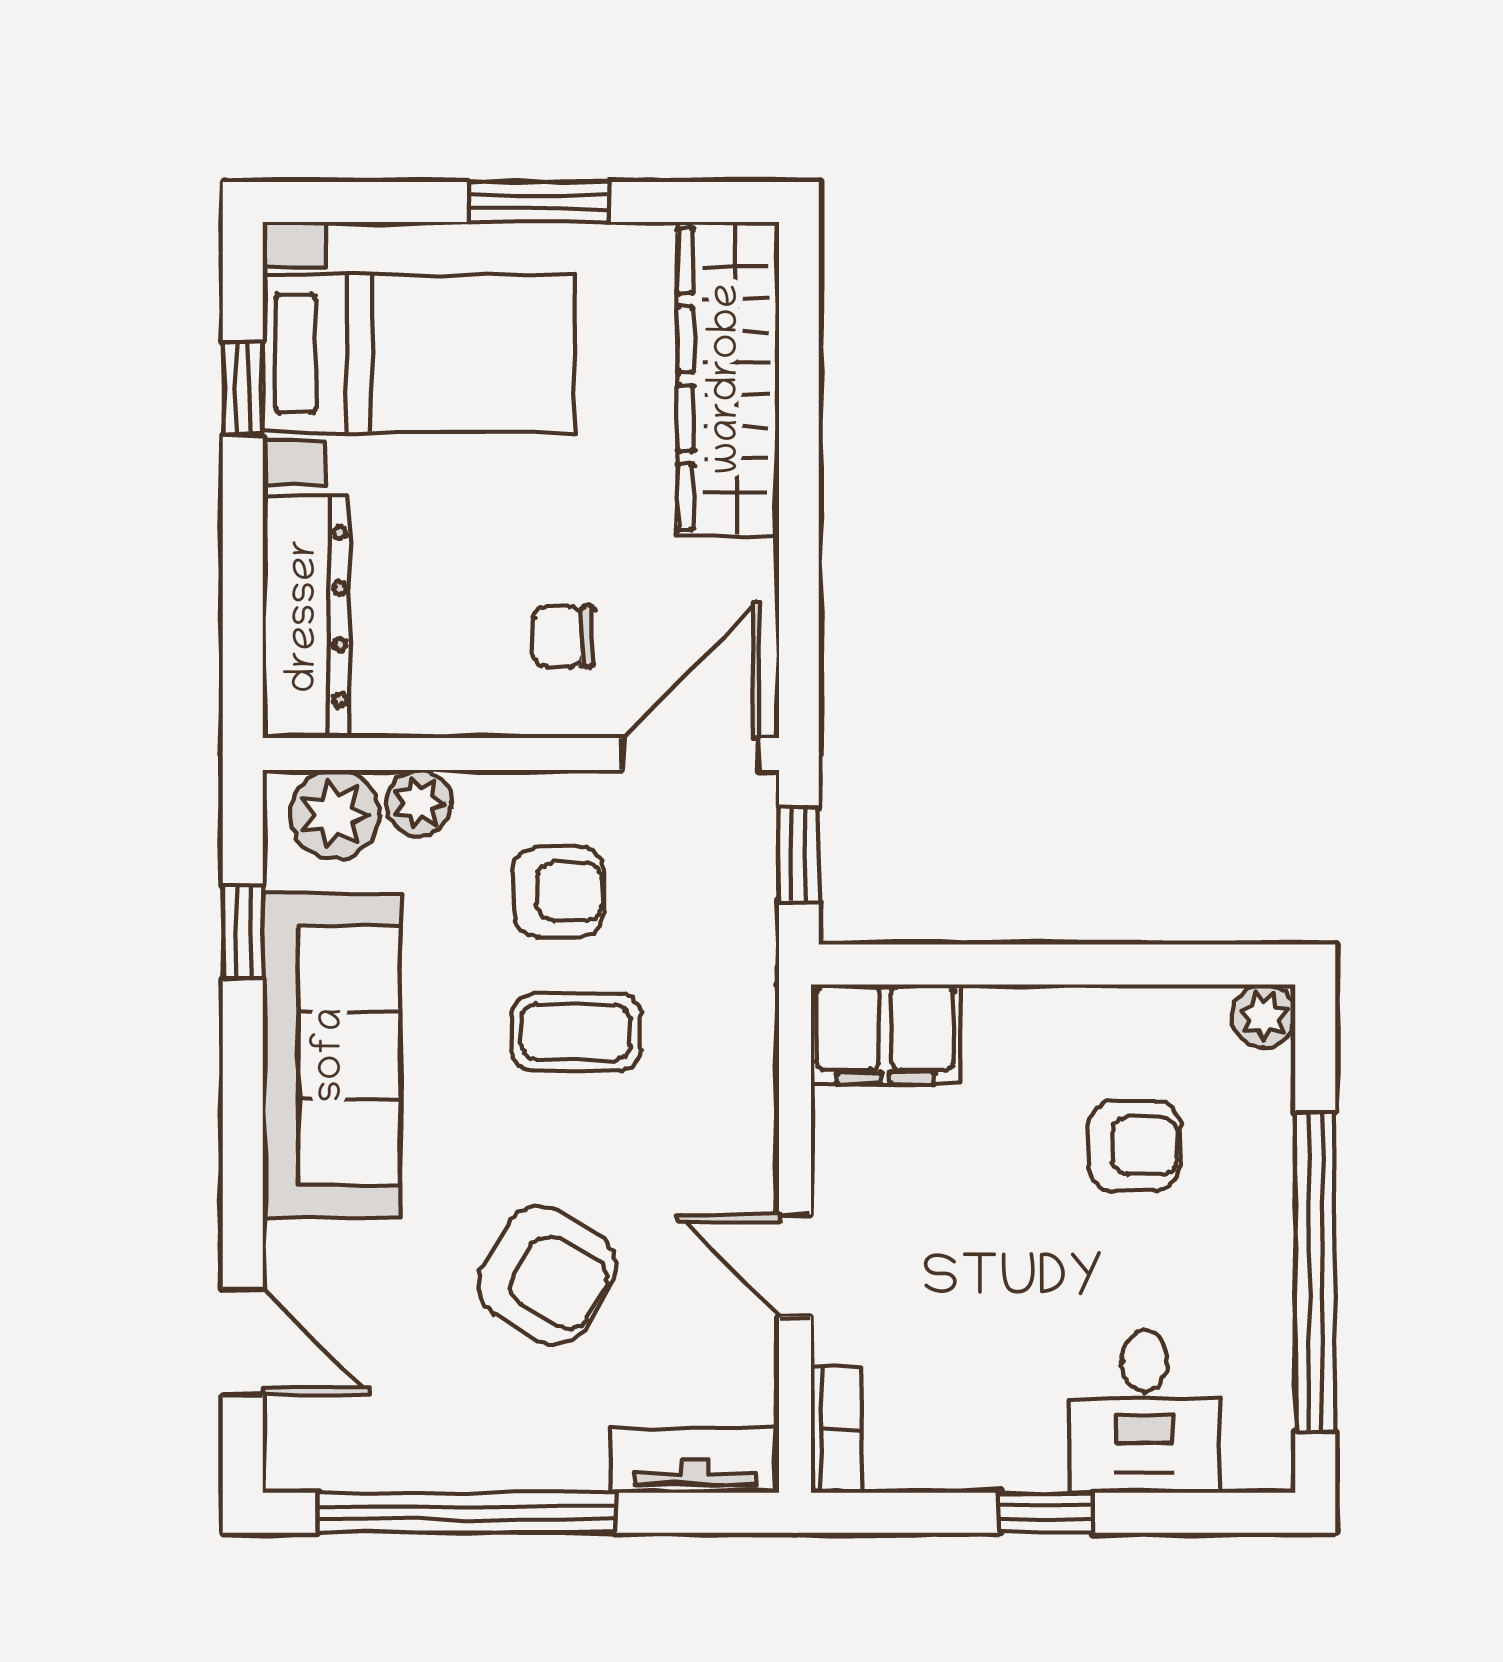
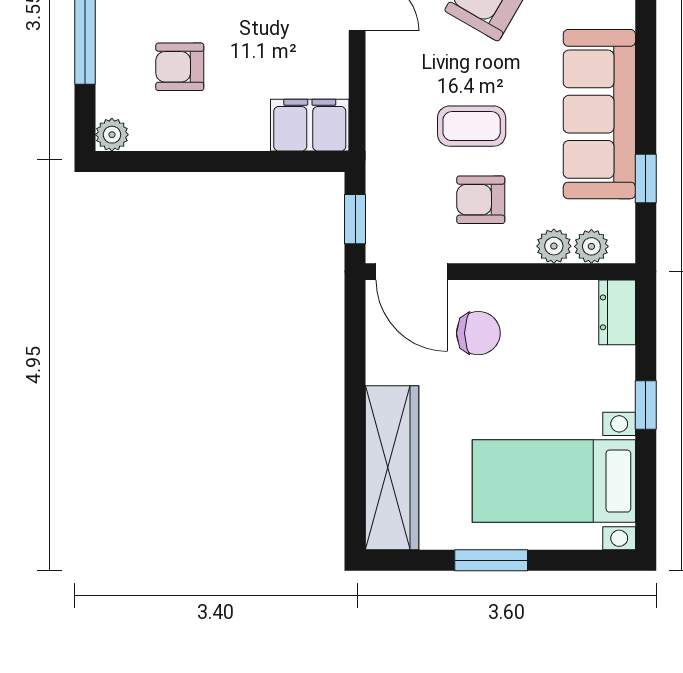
window: (243, 388) -> (646, 405), moved
dresser: (306, 616) -> (617, 312), width x0.51, depth x0.80
chair: (563, 636) -> (478, 333), width x1.37, depth x1.37
door: (691, 754) -> (412, 272), hinge flipped
plant: (335, 814) -> (591, 246), width x0.73, depth x0.73

